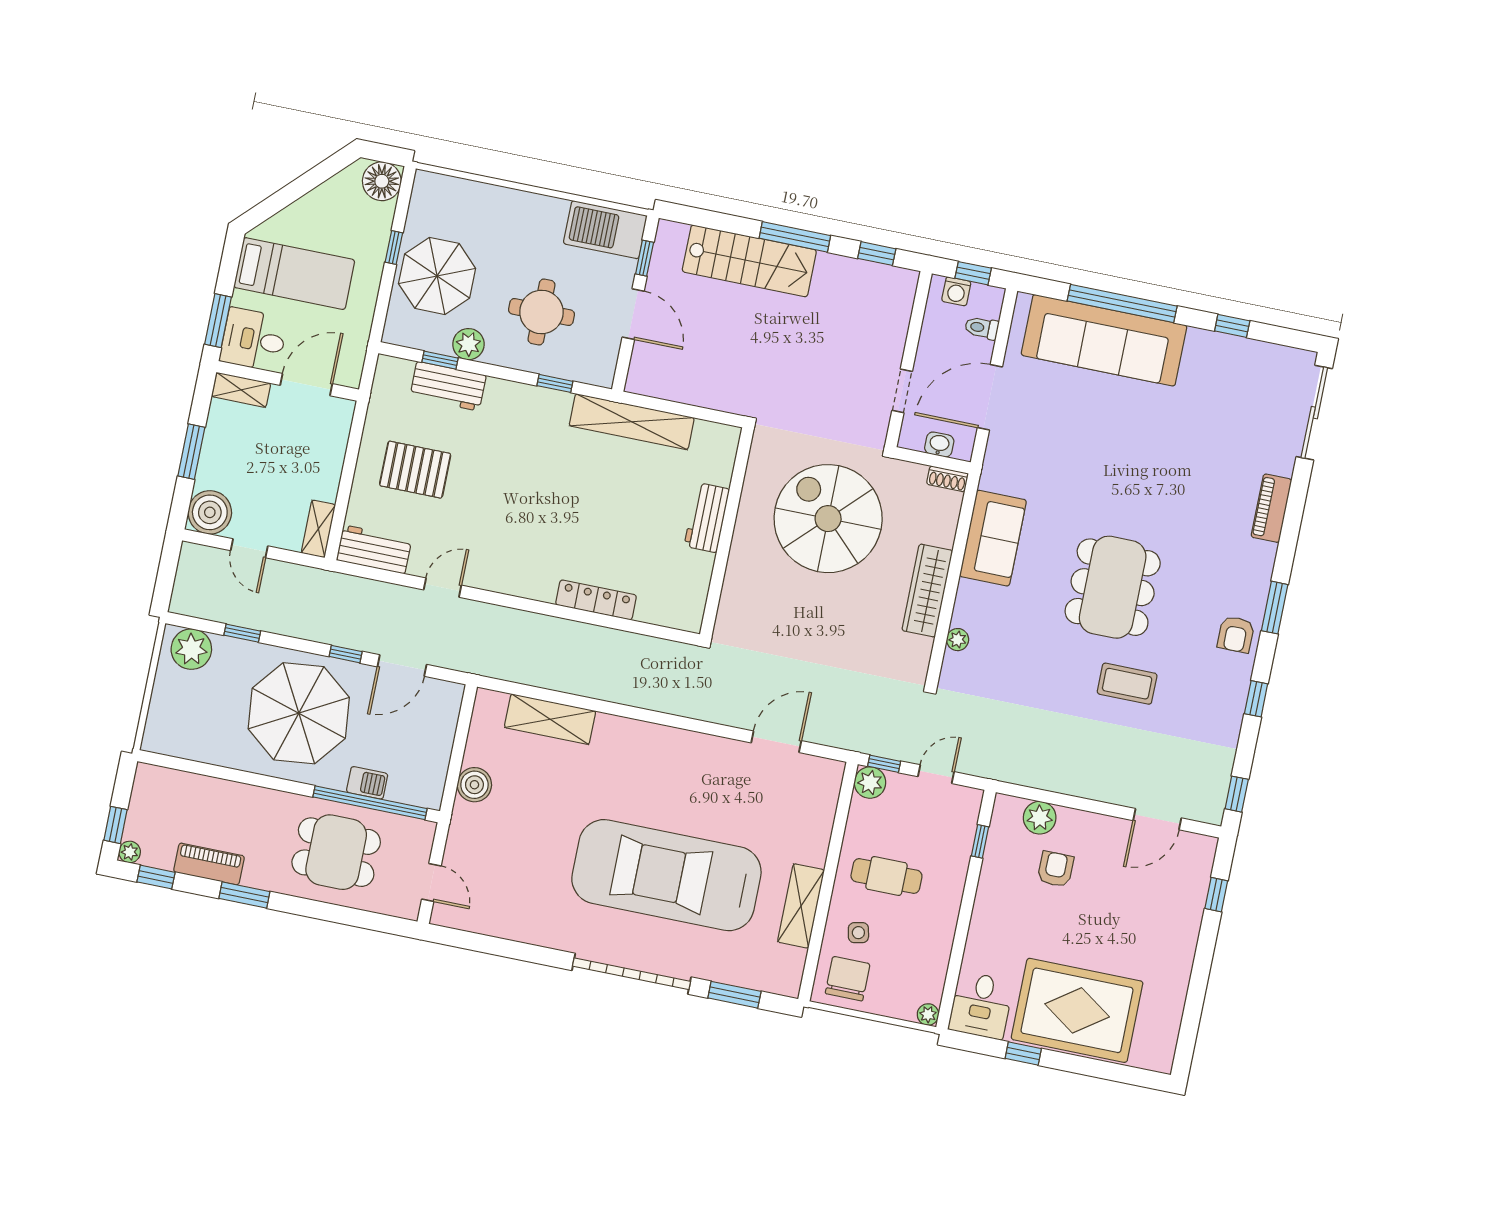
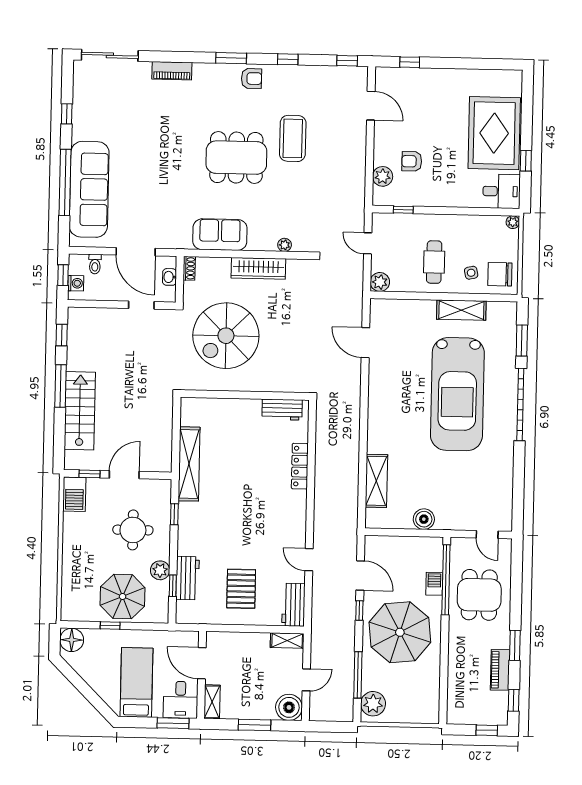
barbecue: (605, 230) -> (74, 494), width x0.73, depth x0.83
workbench: (707, 518) -> (282, 410), moved
window: (242, 633) -> (358, 675), width x2.17
coffee table: (1127, 684) -> (293, 138), width x1.36, depth x1.32
window: (884, 764) -> (367, 276), removed
plant: (130, 852) -> (501, 719), removed
door: (431, 882) -> (487, 534), swing flipped

